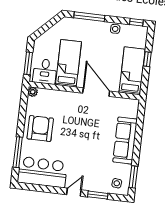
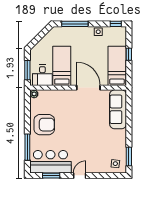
armchair: (40, 128) -> (44, 125), turned 90
sofa: (125, 141) -> (118, 109), moved
window: (98, 195) -> (51, 176), moved

